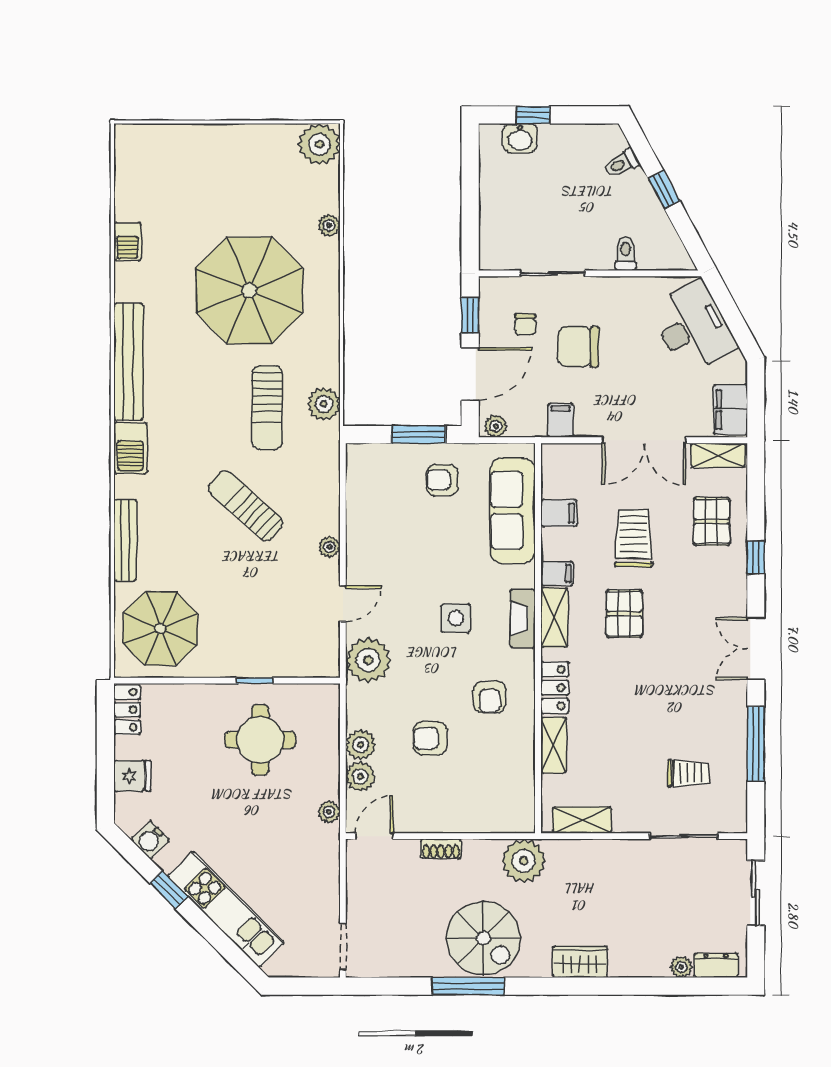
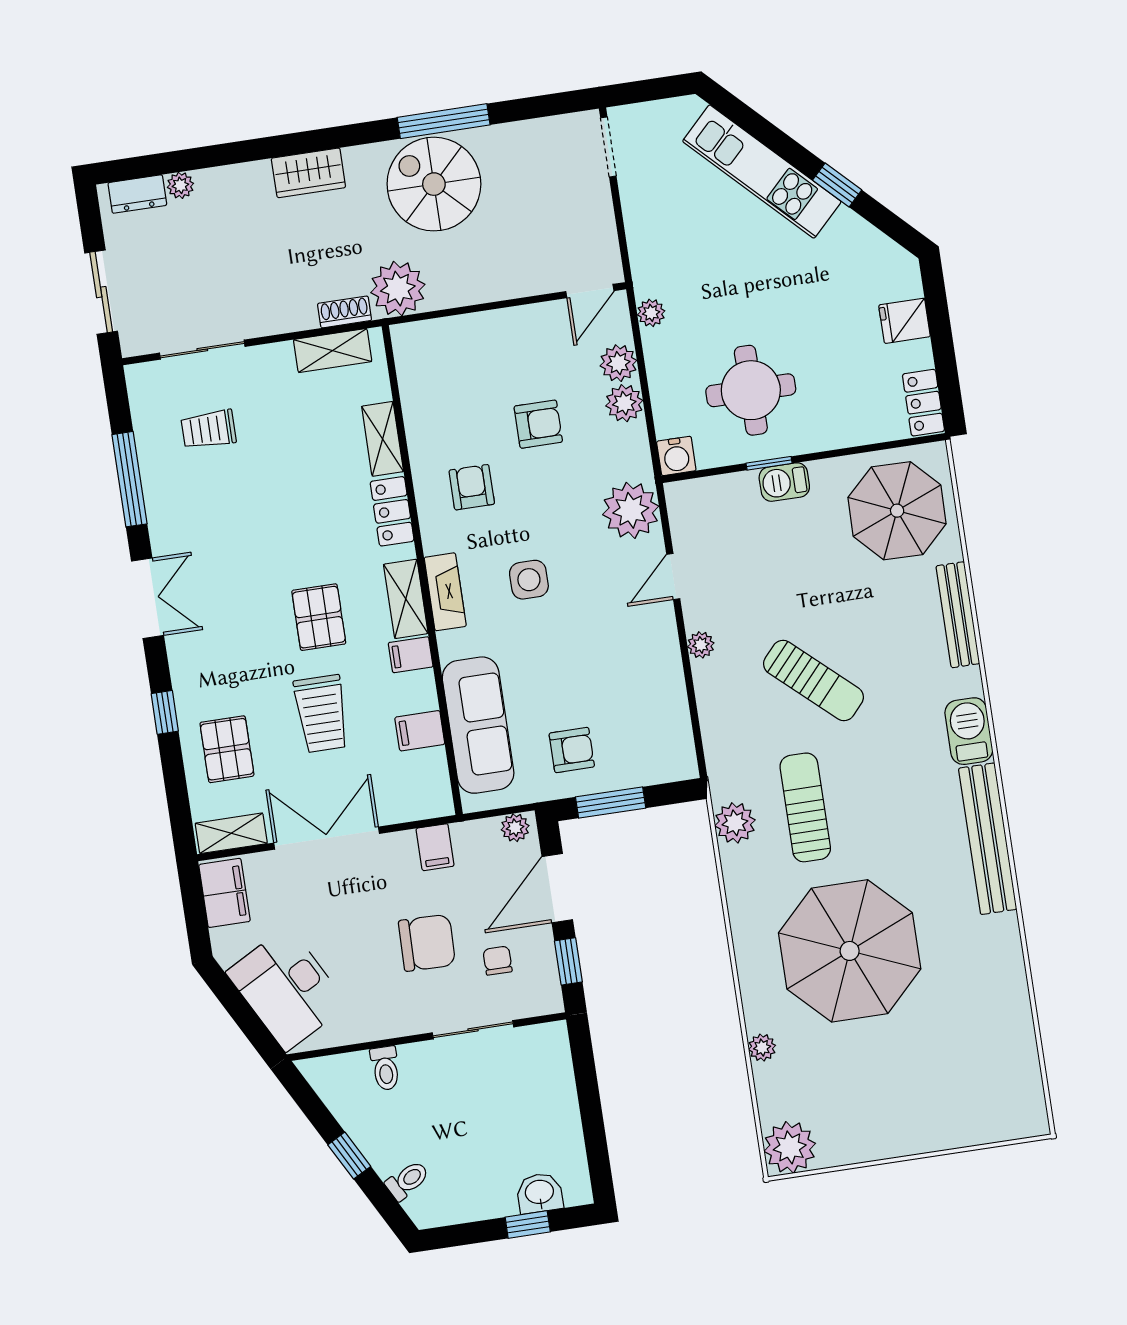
barbecue: (127, 242) -> (784, 482), moved, turned -90
water cooler: (150, 840) -> (676, 456), moved, turned 135
shoe rack: (441, 849) -> (345, 312), moved

